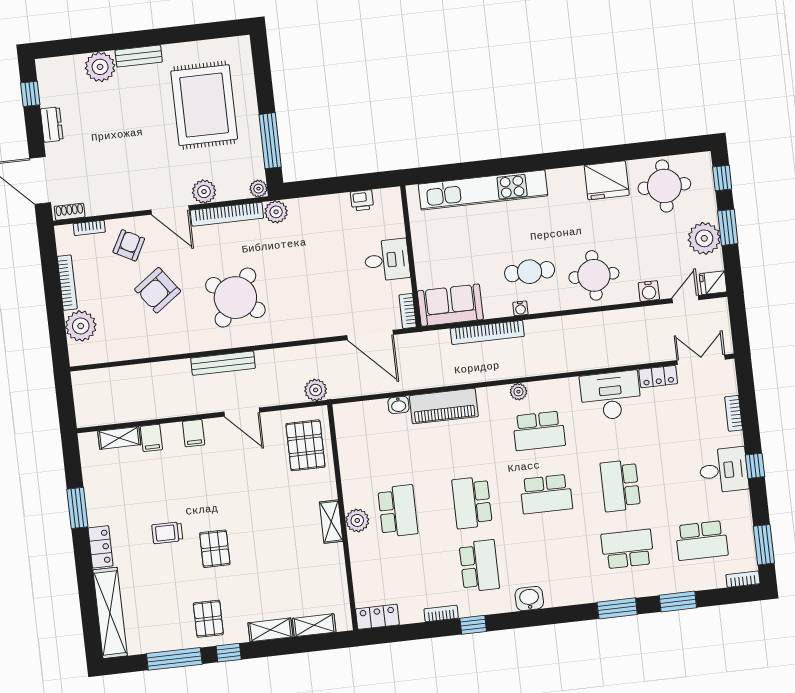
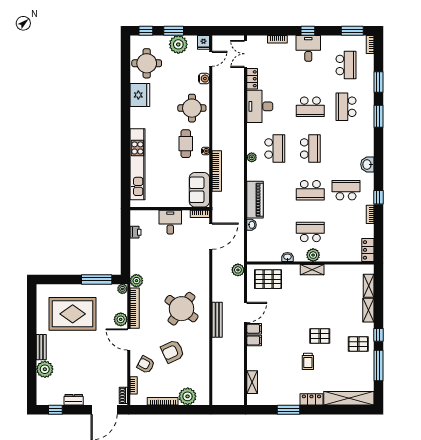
door: (170, 210) -> (129, 339), swing flipped
armchair: (158, 290) -> (173, 351), turned 101
door: (685, 299) -> (211, 59), swing flipped
filing cabinet: (151, 438) -> (254, 329), moved
washbasin: (349, 475) -> (287, 257), added

